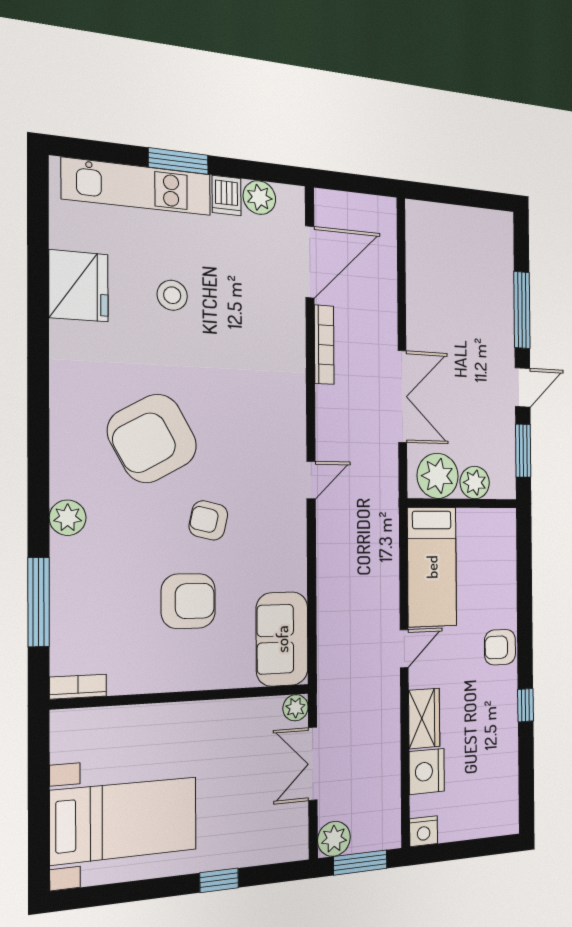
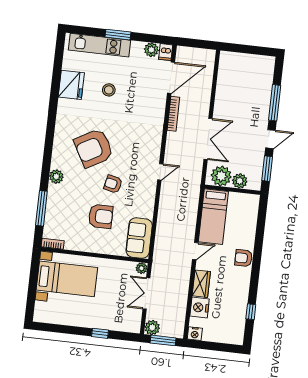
dishwasher: (227, 196) -> (166, 52), moved
window: (526, 705) -> (251, 312), moved
bed with nightstands: (124, 820) -> (67, 279), moved

